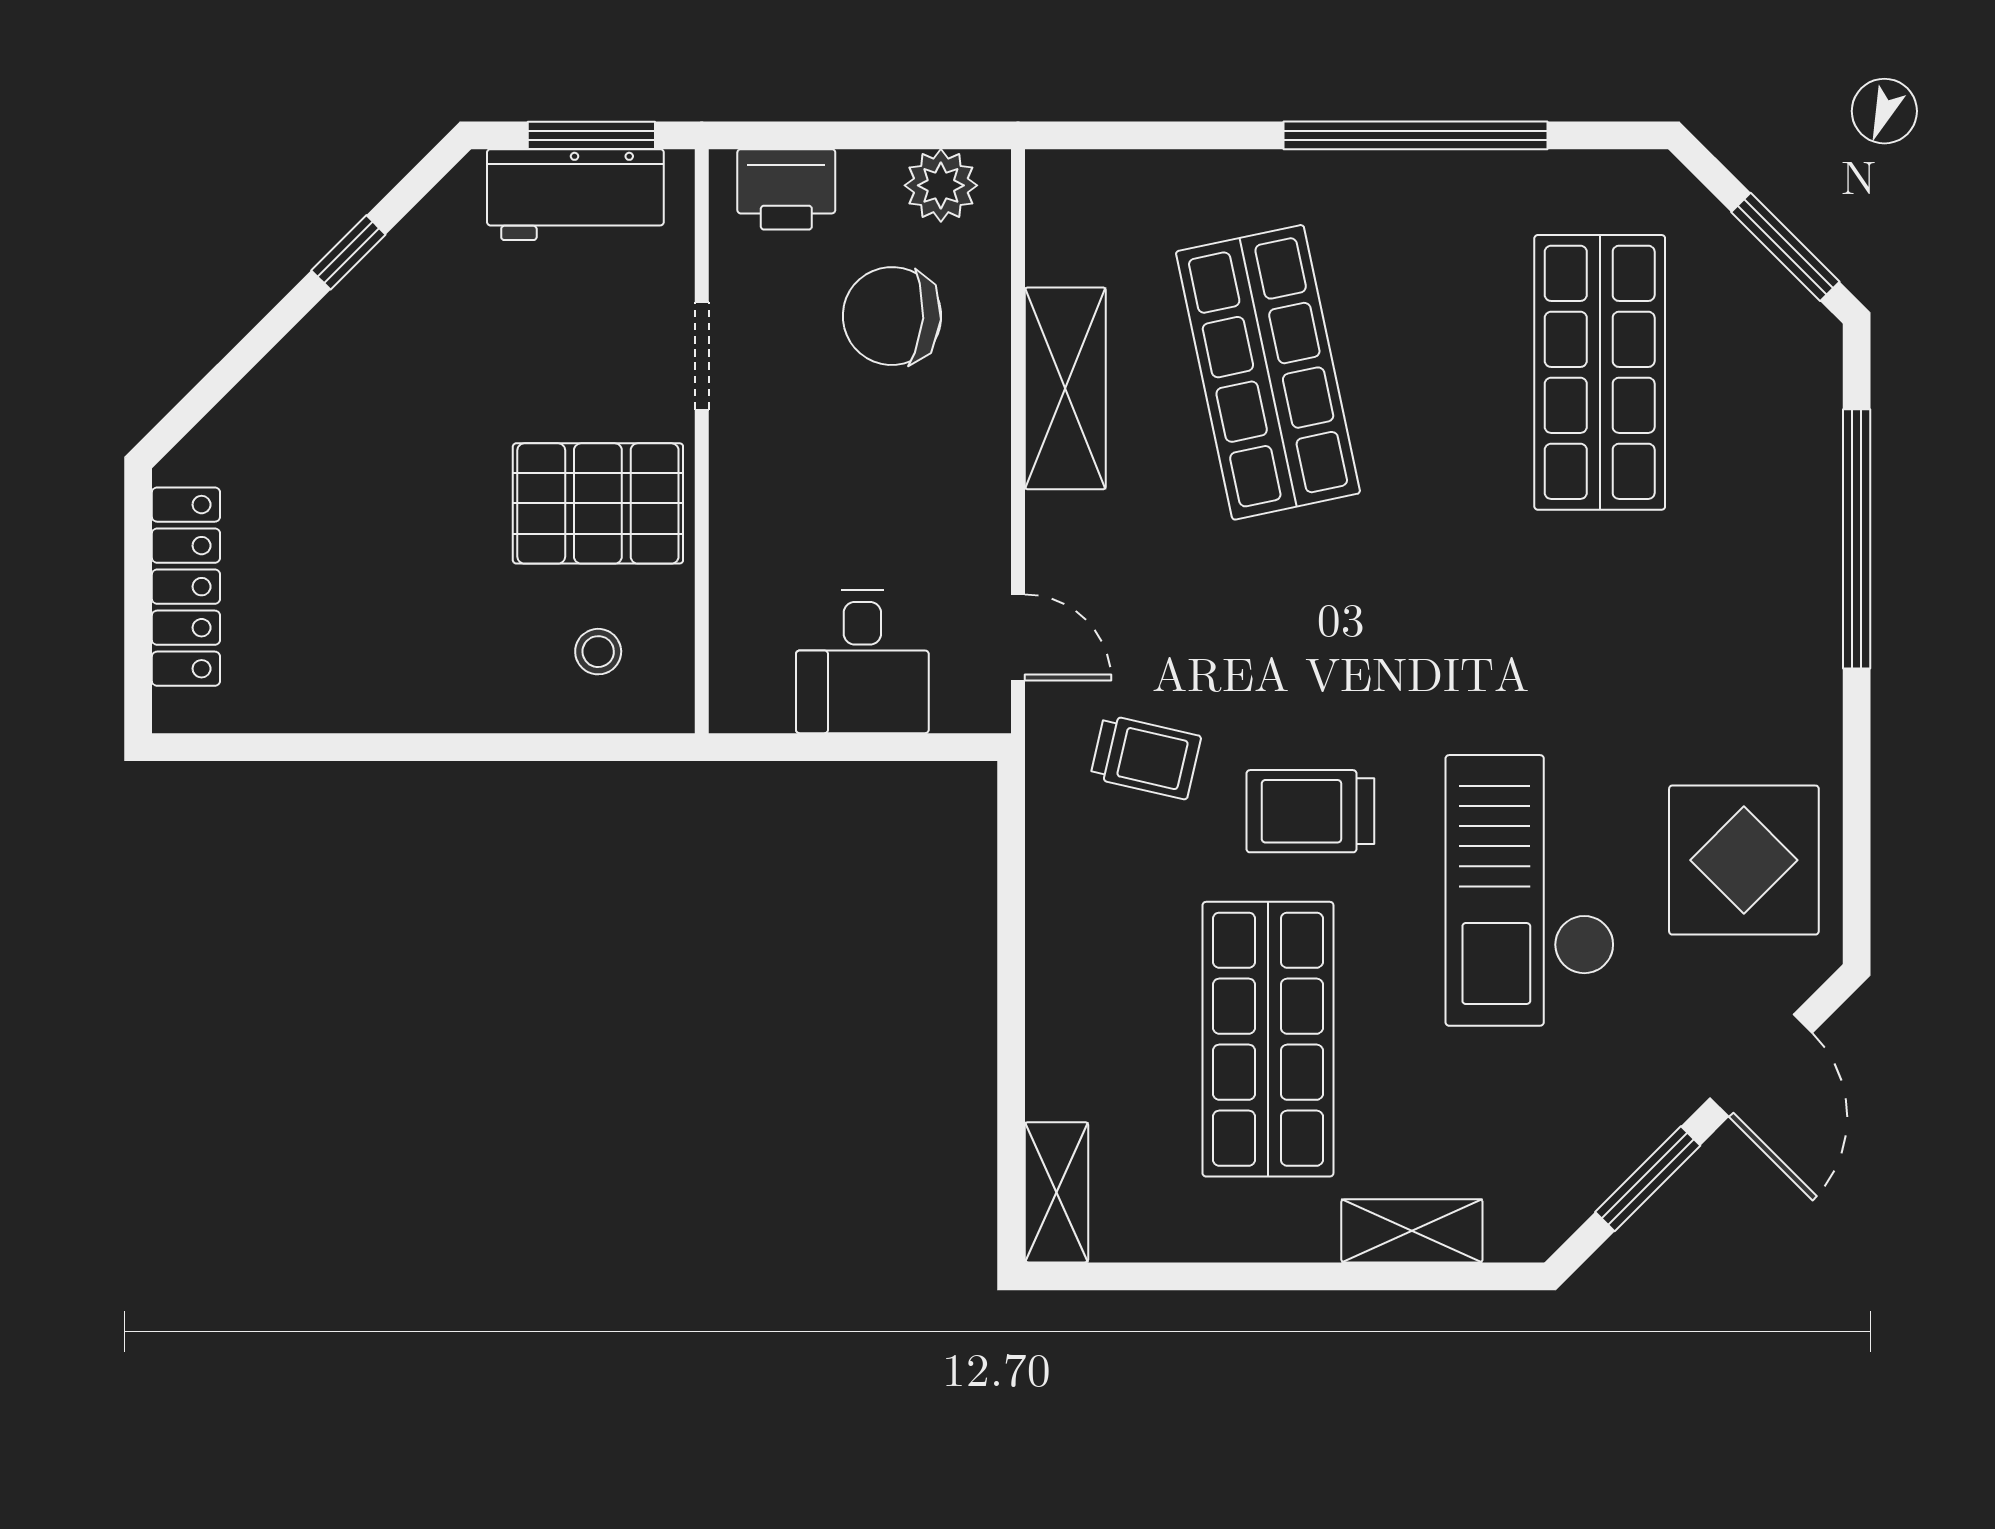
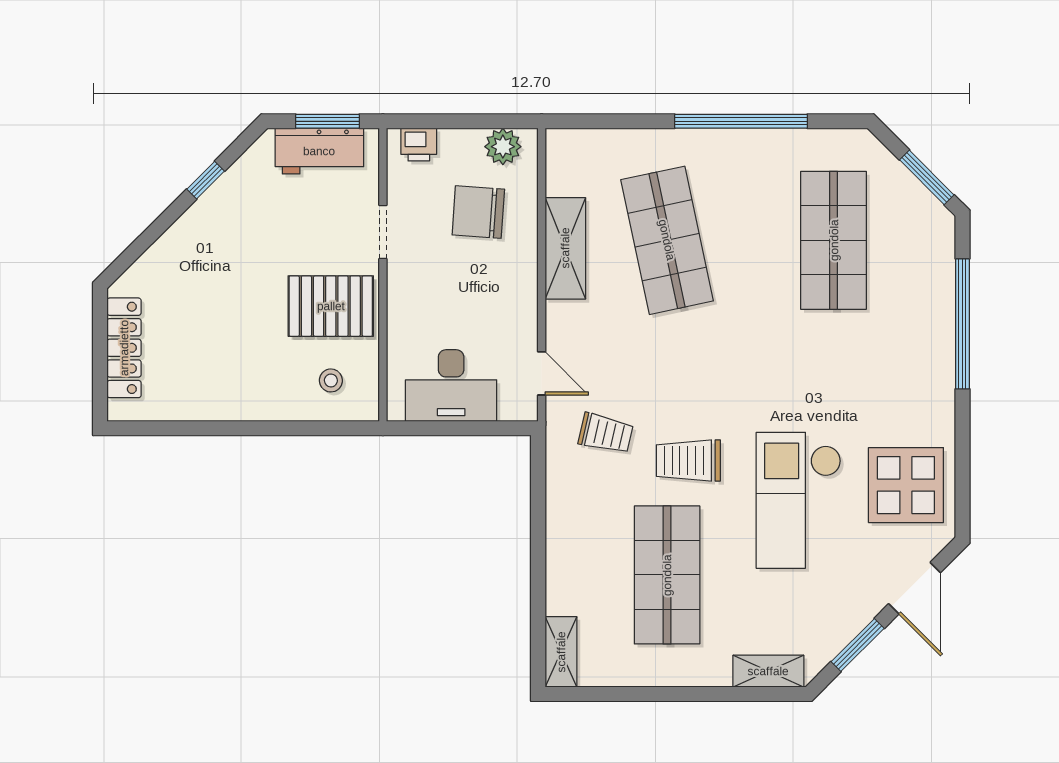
printer: (786, 189) -> (419, 145), width x0.73, depth x0.81
desk: (862, 662) -> (451, 386), width x1.37
shelving: (1412, 1231) -> (768, 671), moved

